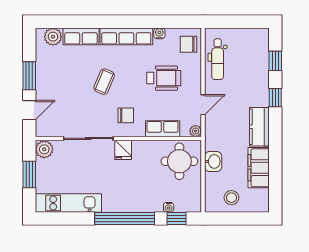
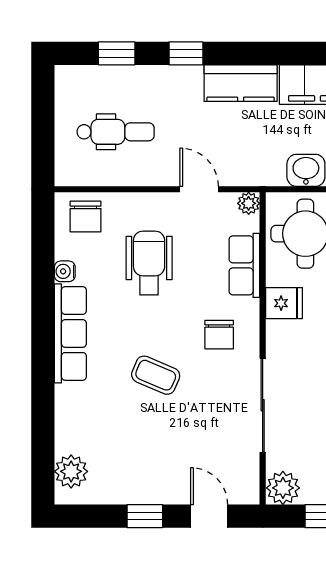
row of seats: (81, 36) -> (70, 419), removed
dental chair: (218, 59) -> (116, 132), moved
window: (29, 76) -> (145, 516), width x0.67
chair: (126, 115) -> (219, 335), turned 180
fridge: (123, 150) -> (284, 303), moved

